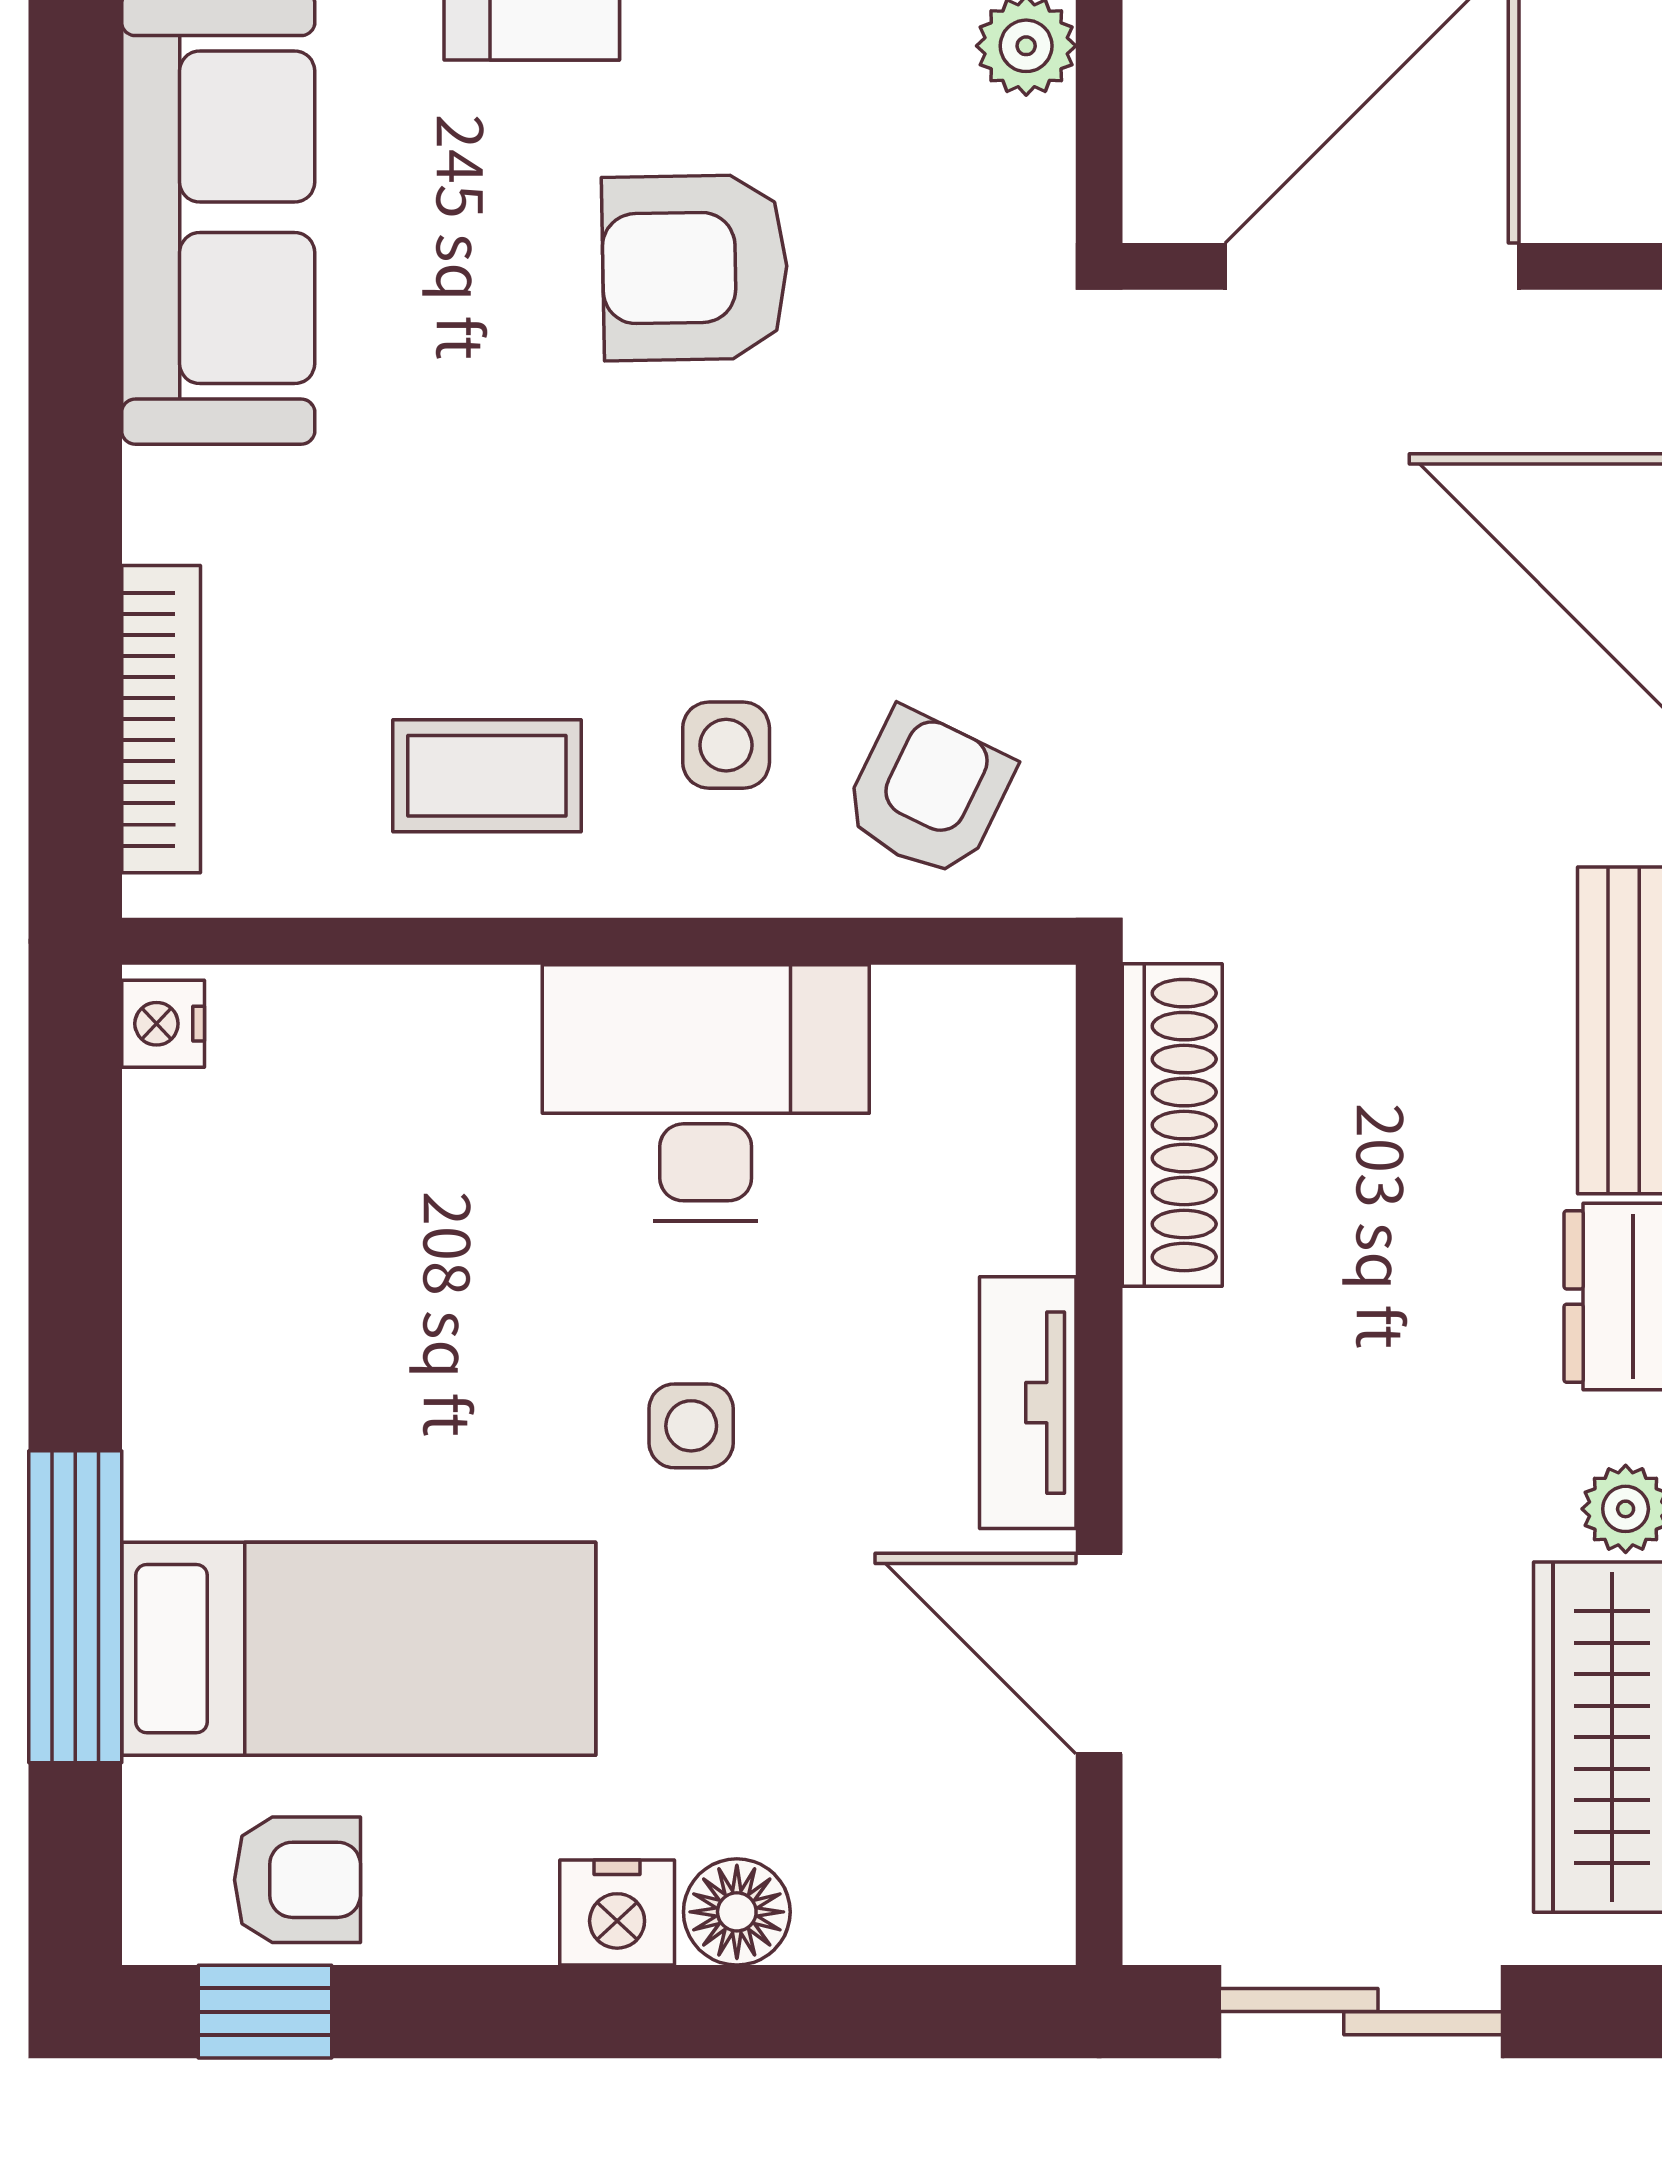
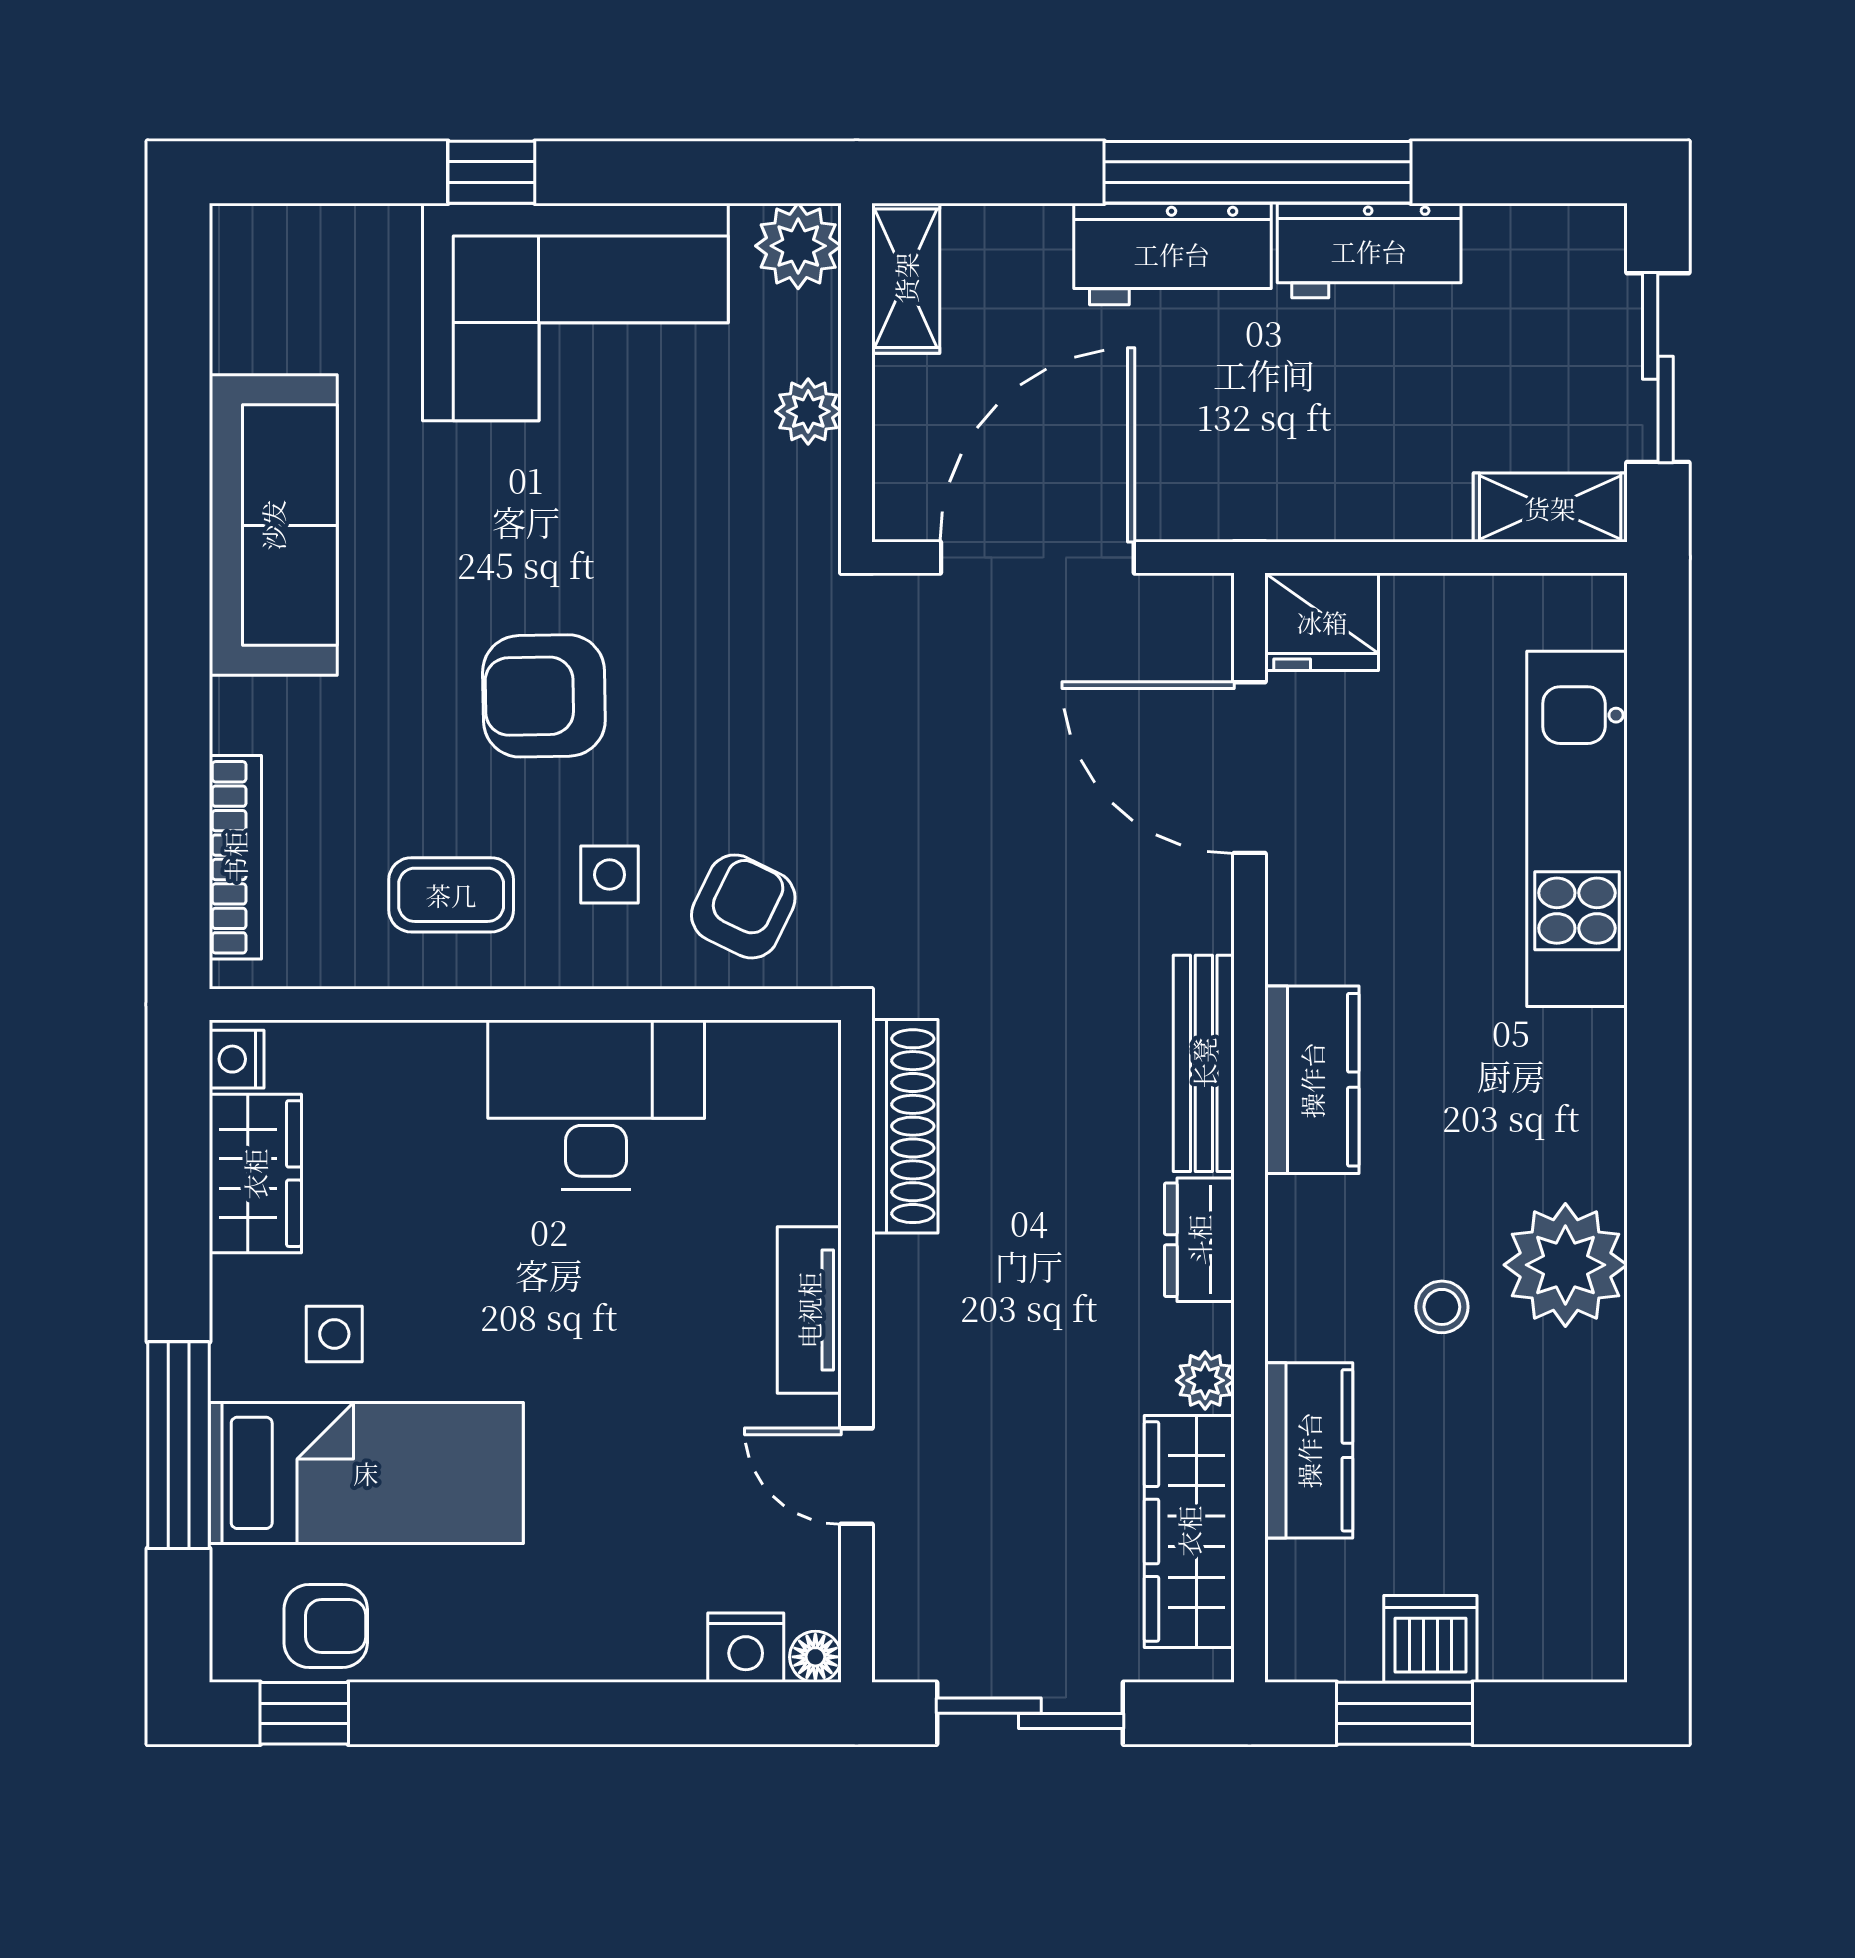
armchair: (695, 268) -> (544, 696), moved
wardrobe: (191, 1197) -> (255, 1174), added
side table: (691, 1426) -> (334, 1334), moved
door: (1099, 1654) -> (857, 1476), width x0.73
floor lamp: (737, 1912) -> (815, 1657), moved, width x0.73, depth x0.73
nightstand: (617, 1913) -> (746, 1648), moved

